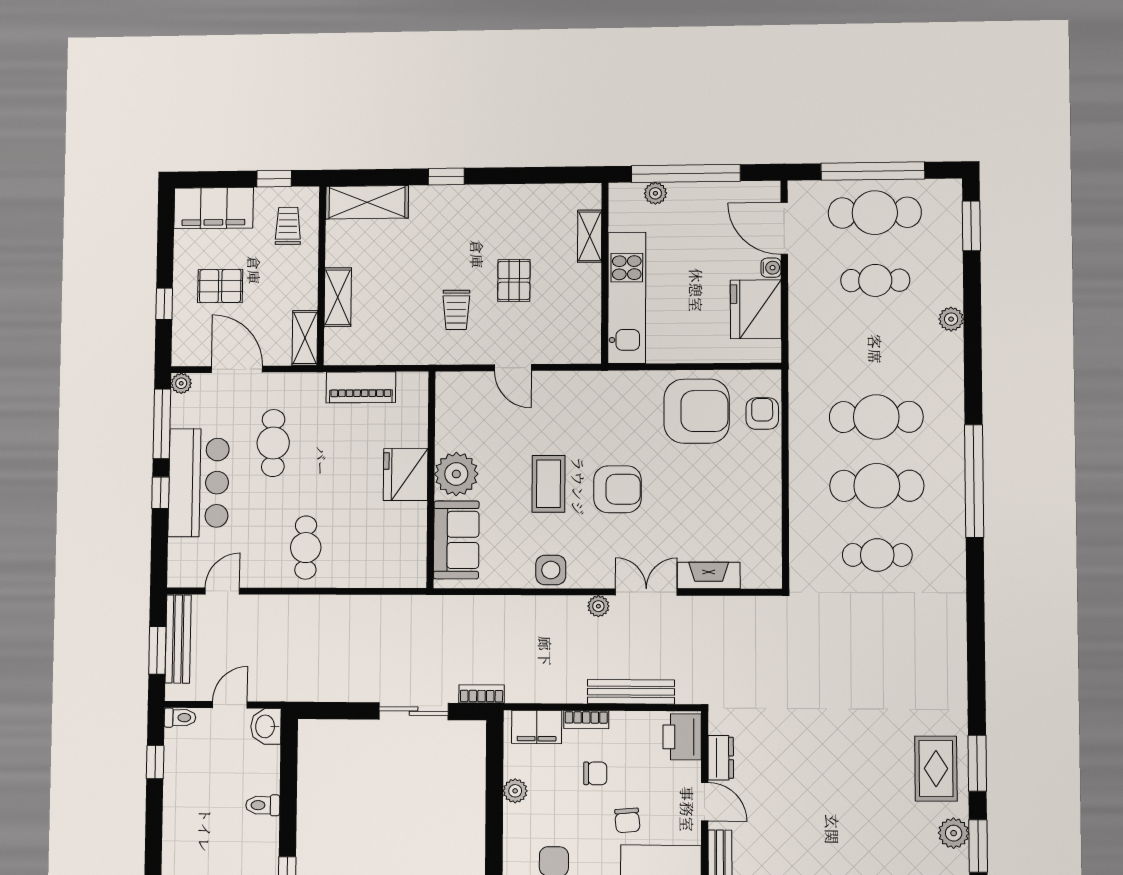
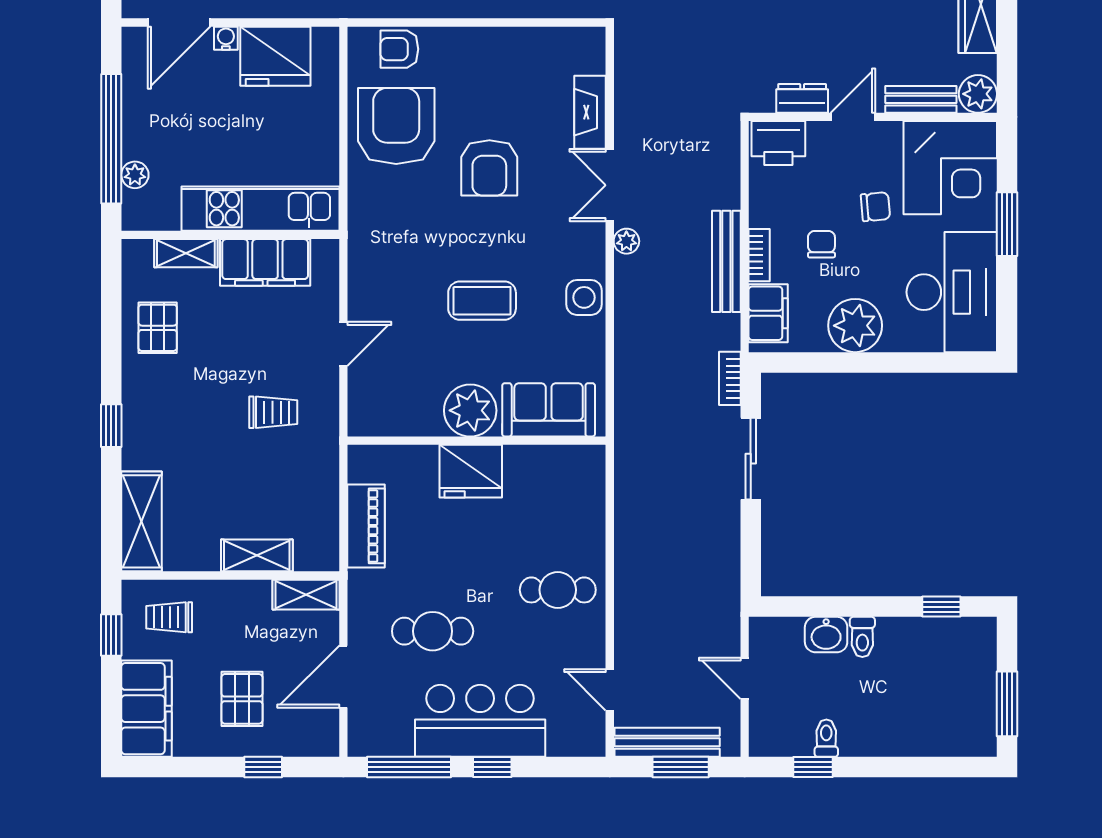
pallet: (514, 280) -> (158, 328), moved, turned 90
filing cabinet: (582, 302) -> (265, 262), added
plant: (181, 383) -> (360, 744), removed
armchair: (617, 489) -> (489, 168), moved, turned 180
bench: (631, 692) -> (726, 261), moved
toilet: (180, 718) -> (826, 738), moved
washbasin: (266, 726) -> (826, 635), moved
plant: (515, 791) -> (855, 326), width x1.87, depth x1.87

